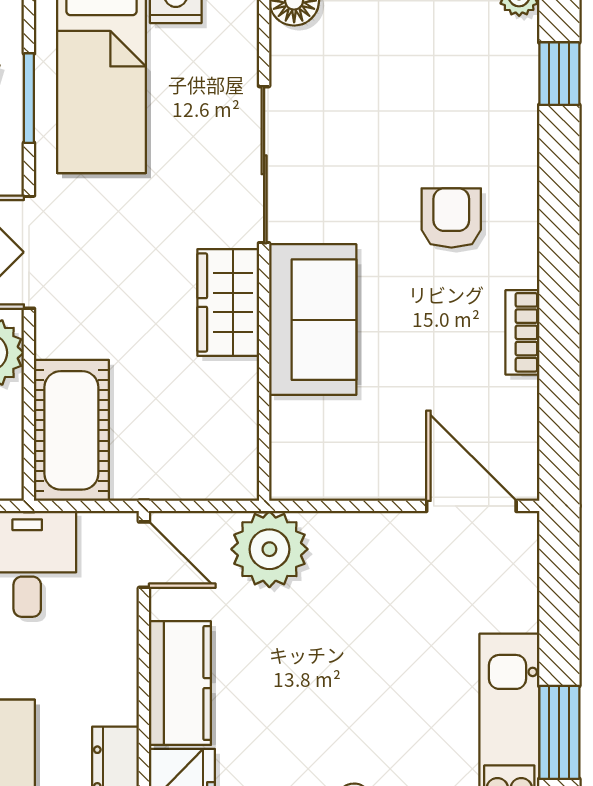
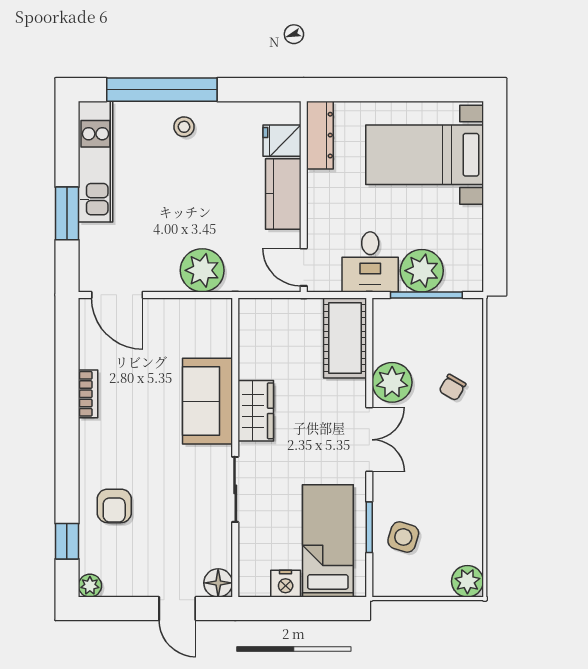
sliding door: (264, 165) -> (235, 489), width x0.73
armchair: (451, 218) -> (114, 506), moved
plant: (269, 549) -> (202, 270), moved
window: (559, 732) -> (67, 213), moved

